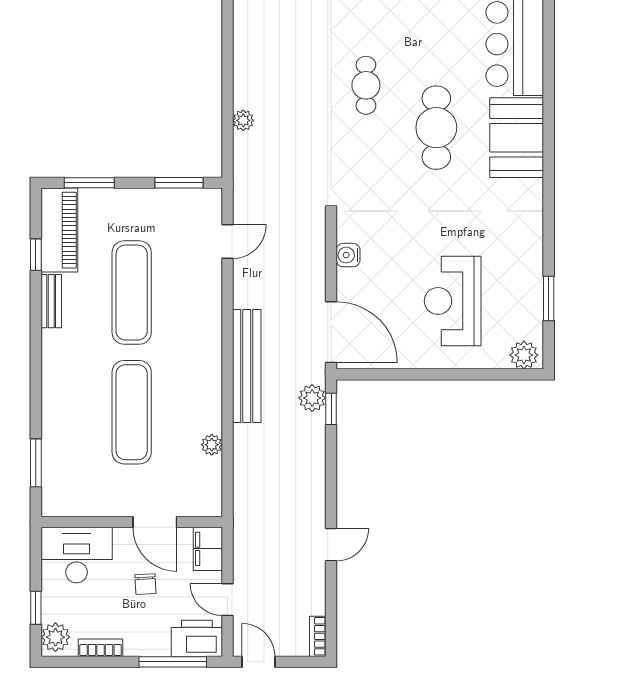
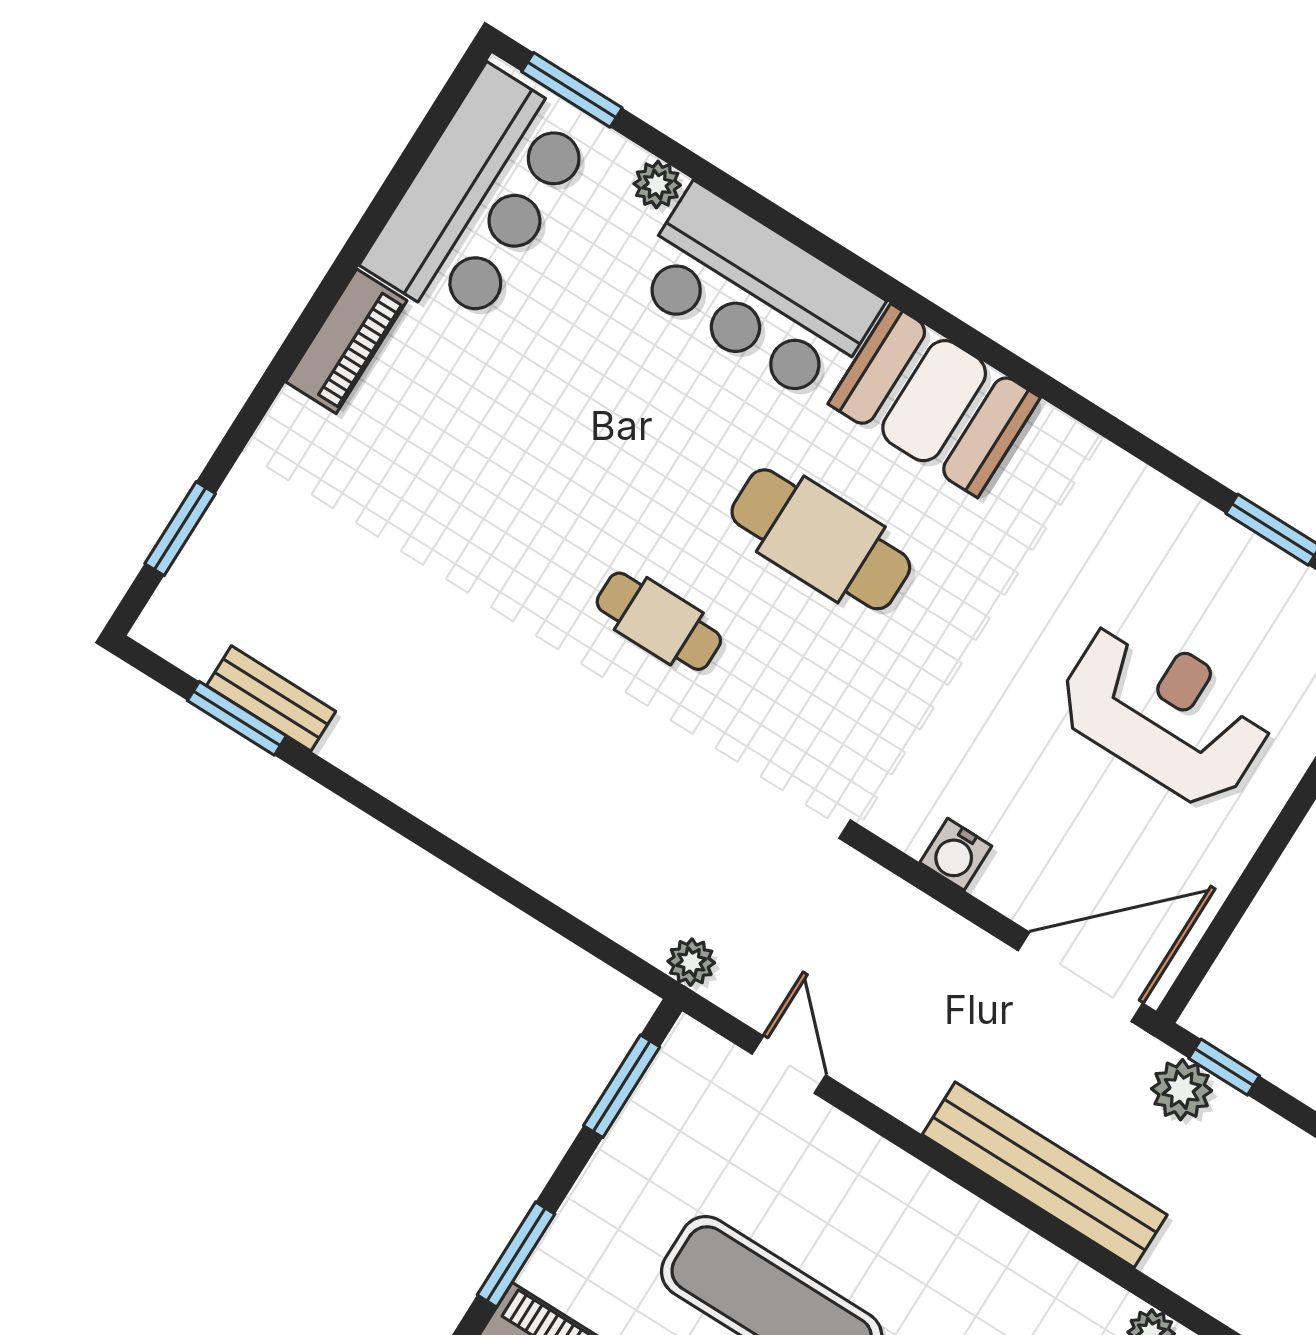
plant: (243, 120) -> (691, 962), moved
reception desk: (453, 301) -> (1165, 712), turned 180

